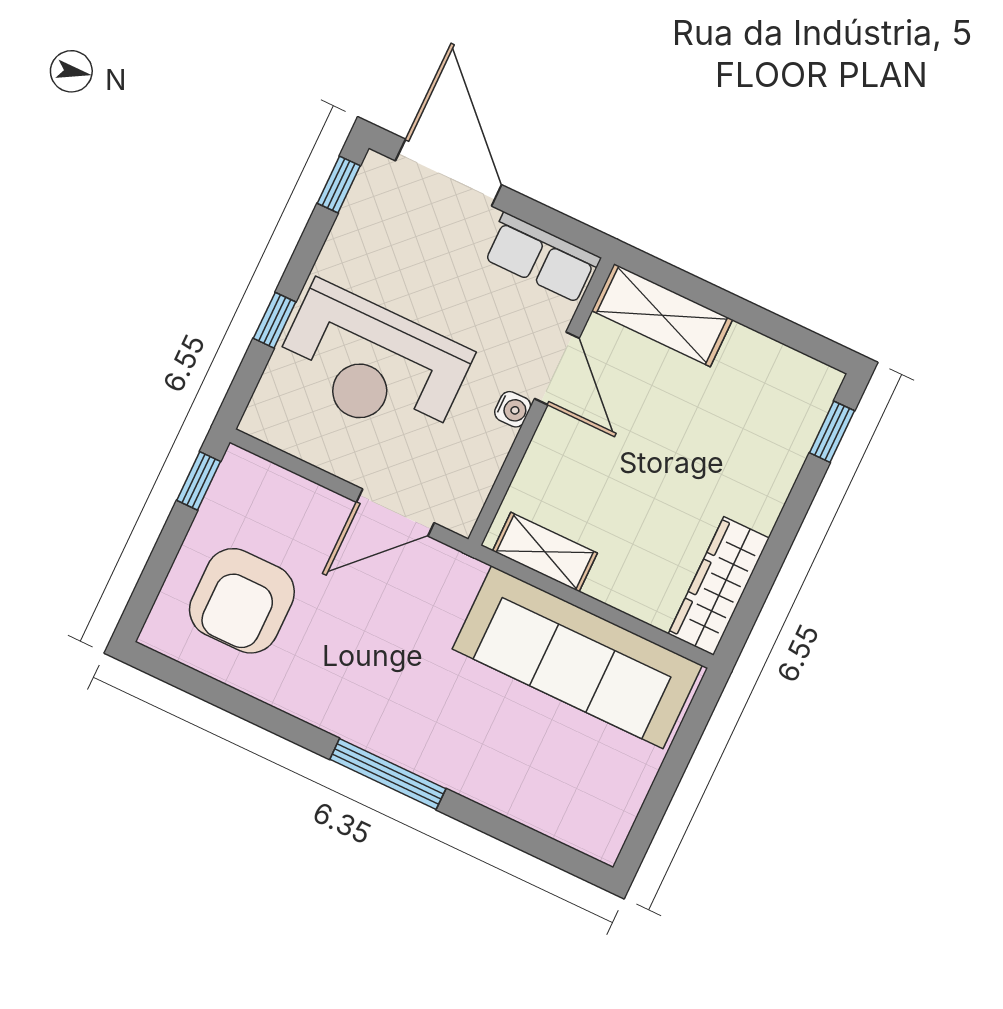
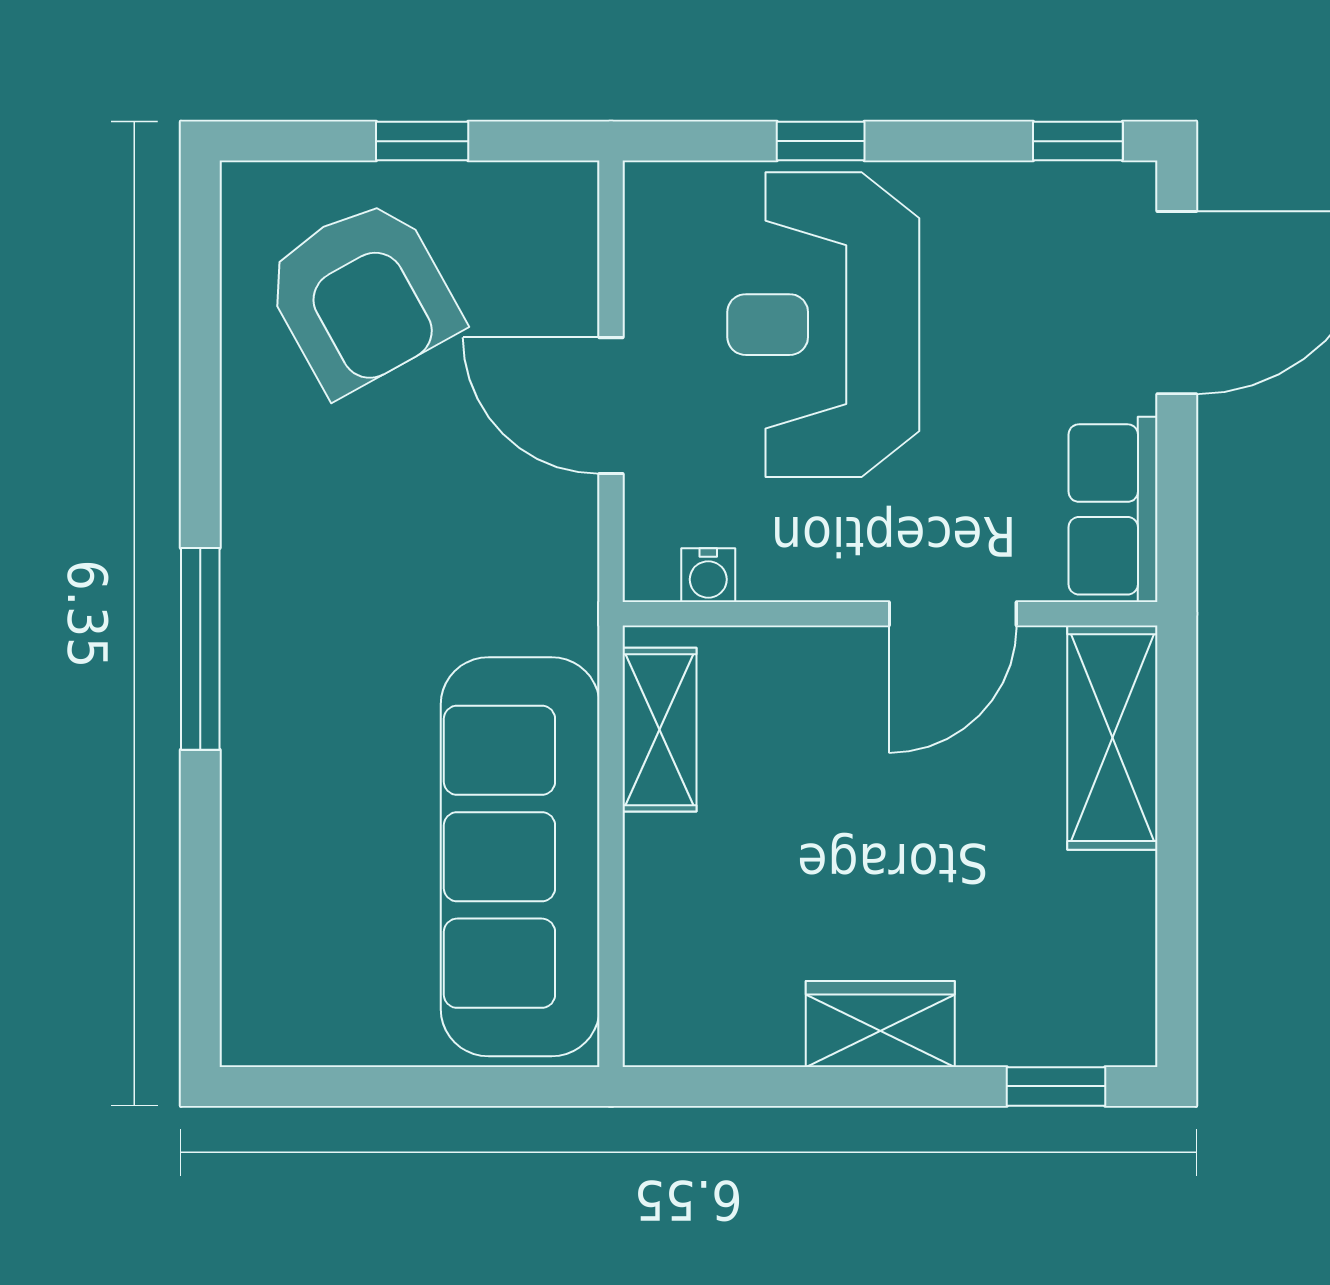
water cooler: (513, 409) -> (708, 575), moved
window: (199, 481) -> (422, 141), moved
door: (395, 513) -> (611, 406), moved
wardrobe: (719, 586) -> (880, 1024), moved, width x0.67
armchair: (242, 601) -> (362, 296), turned -119

